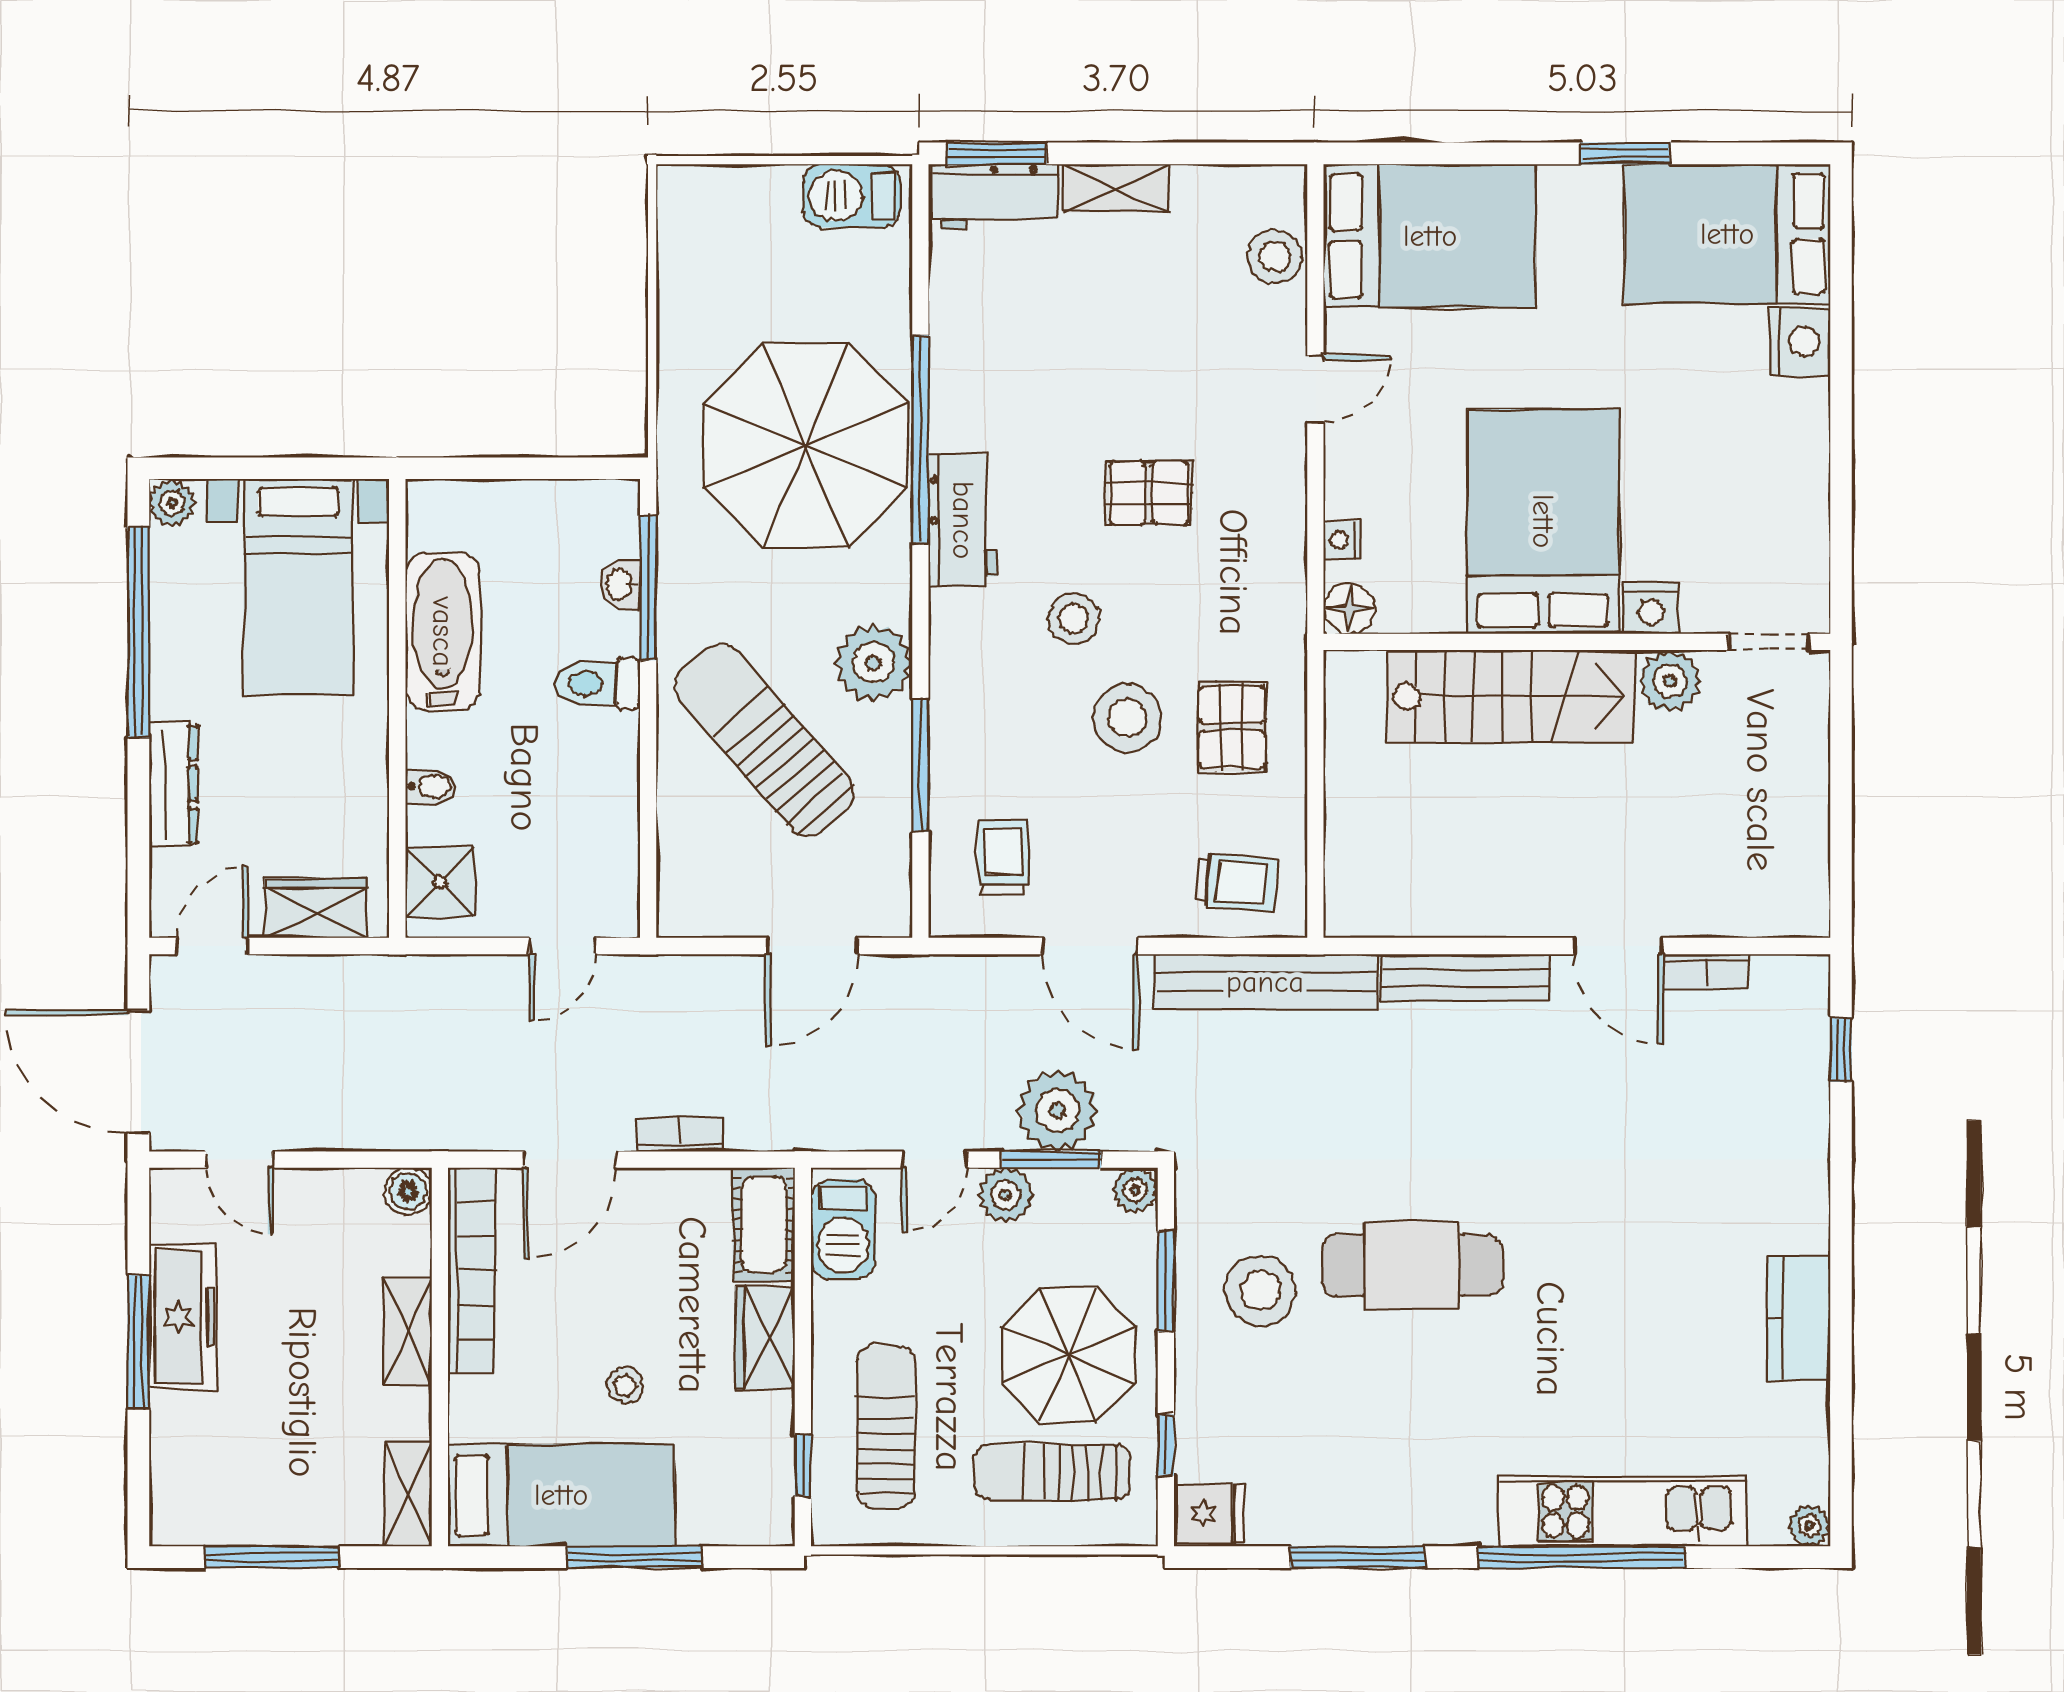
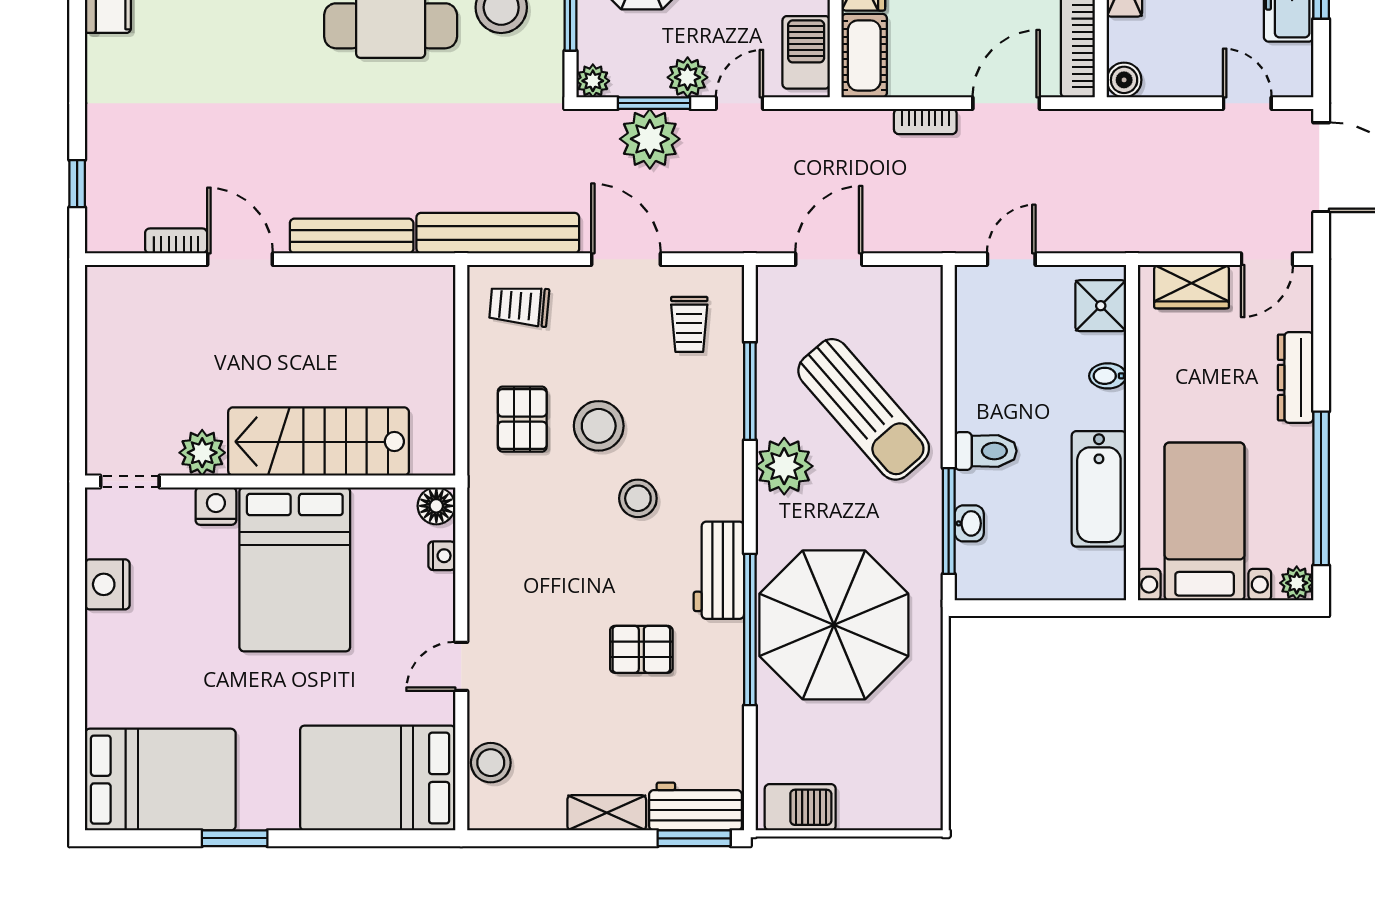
nightstand: (1800, 342) -> (107, 584), moved
pallet: (1149, 493) -> (641, 649), moved

